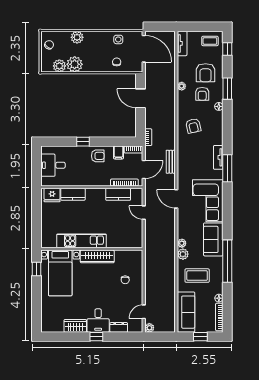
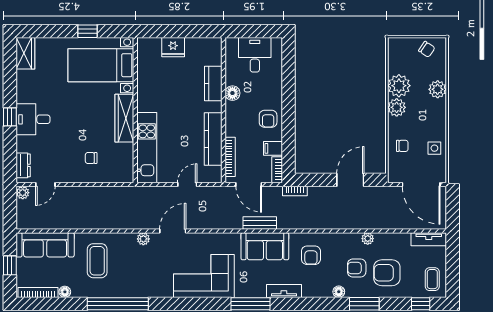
door: (144, 49) -> (421, 185), hinge flipped
plant: (59, 66) -> (397, 107), moved
armchair: (193, 126) -> (311, 255), turned -77
window: (83, 142) -> (289, 98), removed
tv unit: (218, 157) -> (284, 291), moved
floor lamp: (80, 181) -> (232, 93), added
kitchen counter: (118, 194) -> (213, 139), width x1.50
fridge: (52, 195) -> (173, 47), moved, turned -90
door: (176, 199) -> (173, 231), moved
sofa: (213, 239) -> (265, 246), moved, turned 180
kitchen unit: (81, 241) -> (147, 148), moved
plant: (183, 254) -> (128, 240), removed
window: (36, 269) -> (87, 31), moved
door: (144, 312) -> (45, 185), swing flipped
wardrobe: (75, 326) -> (25, 53), moved
dresser: (119, 327) -> (23, 165), moved

